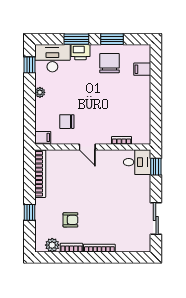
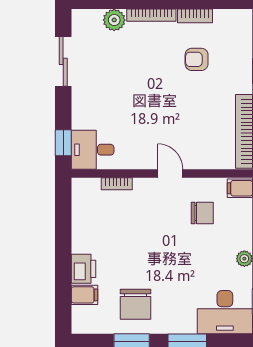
printer: (80, 52) -> (84, 269), moved, turned 90
plant: (52, 245) -> (114, 20), moved

